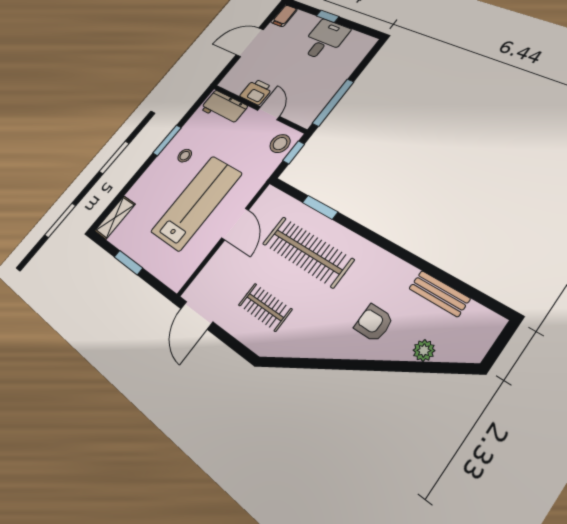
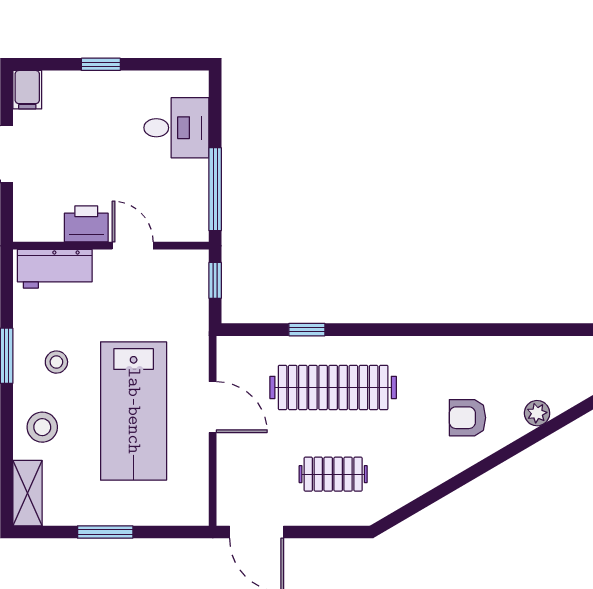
desk: (324, 40) -> (176, 128), moved, turned 90
stool: (280, 144) -> (42, 427), moved
lab bench: (196, 203) -> (134, 411), turned 180
window: (320, 207) -> (307, 330), width x0.67
bench: (439, 294) -> (513, 349), removed

